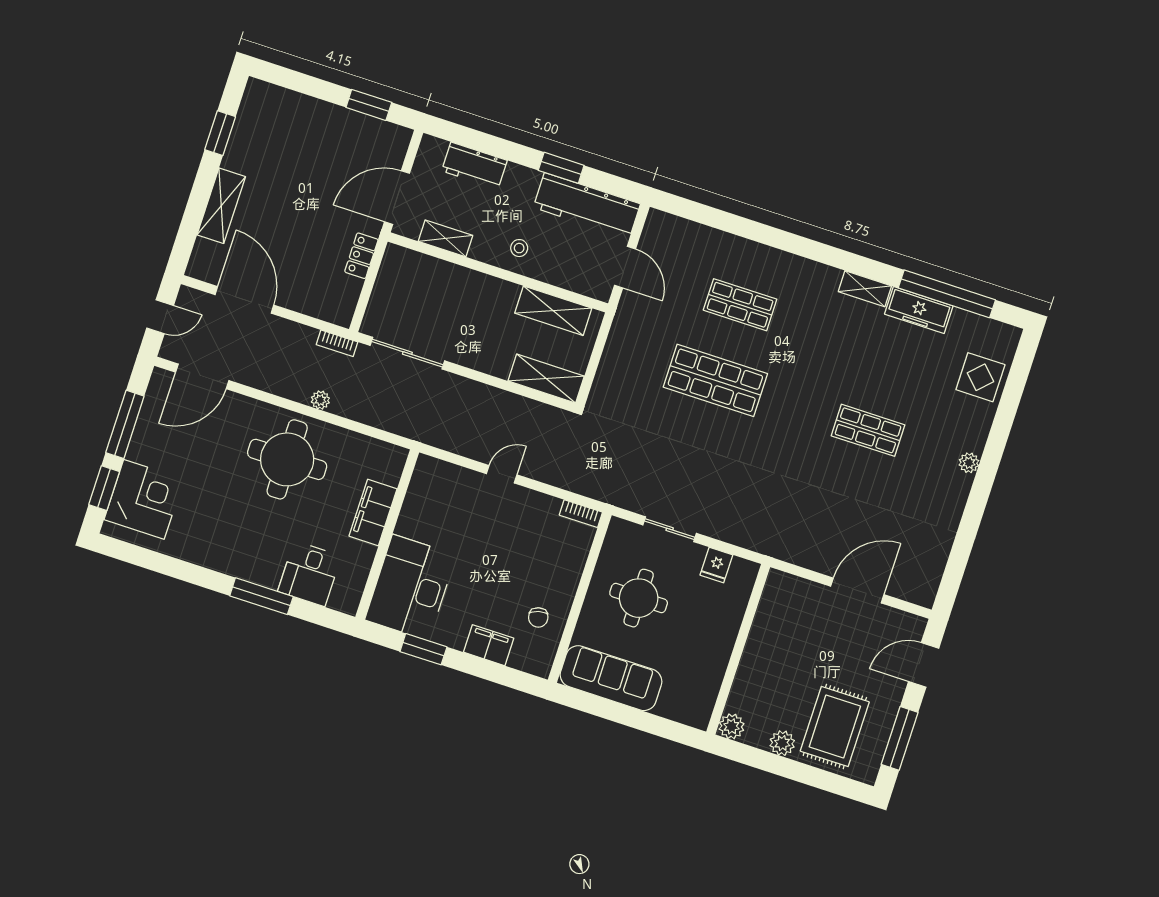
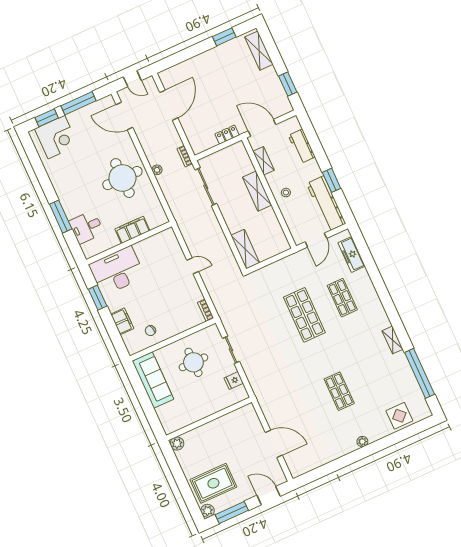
shelving: (221, 206) -> (259, 51), moved, turned 90
freezer: (919, 310) -> (352, 254), moved
shelving: (553, 311) -> (257, 191), moved
plant: (782, 743) -> (208, 511), moved

